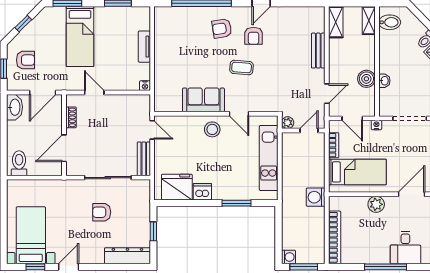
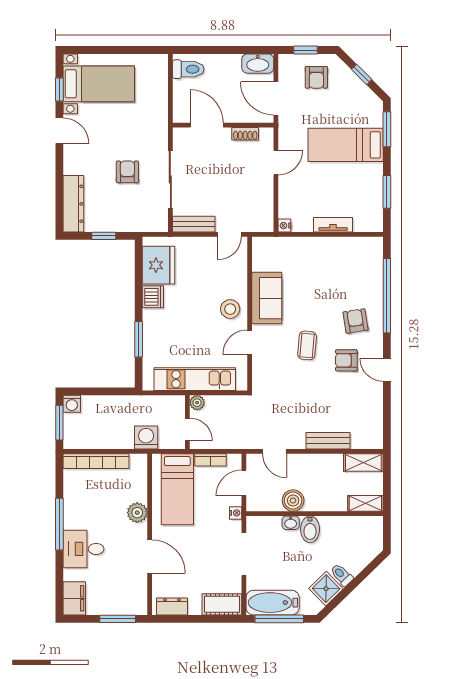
bidet: (390, 22) -> (310, 529), moved
plant: (288, 123) -> (197, 403), moved
wall: (303, 131) -> (187, 422), moved
door: (309, 131) -> (187, 429), moved

